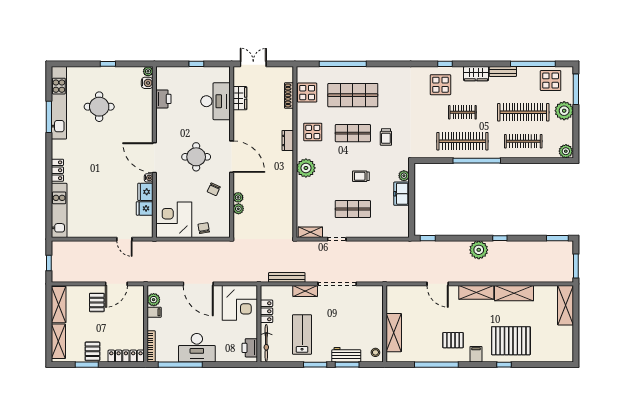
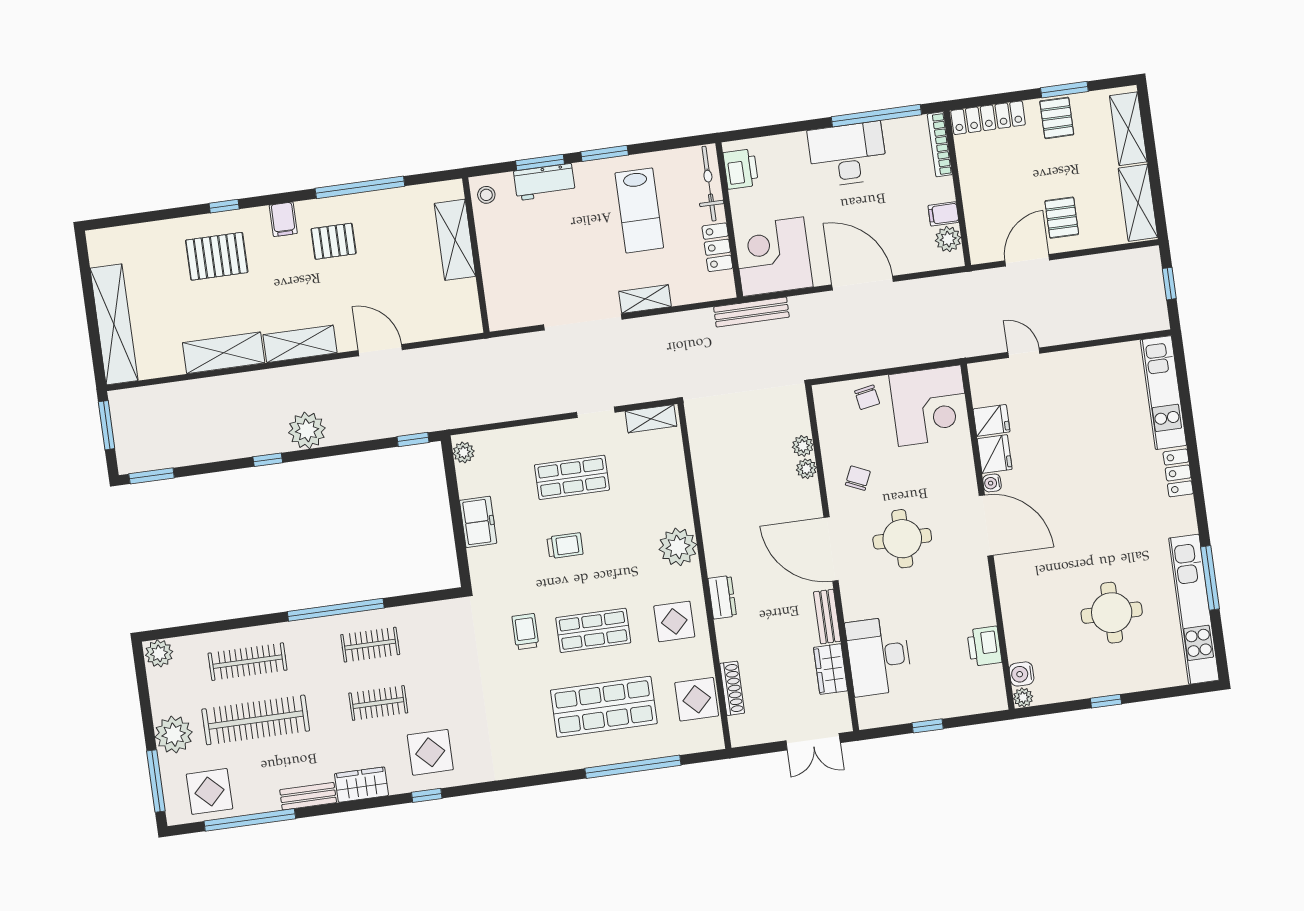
bench: (238, 124) -> (827, 617), added
clothes rail: (462, 141) -> (370, 645), width x0.54, depth x0.76
plant: (404, 176) -> (464, 452), moved
bench: (287, 277) -> (751, 312), moved
shelving: (566, 305) -> (114, 324), width x1.47
pallet: (511, 341) -> (217, 256), width x0.73, depth x0.71

